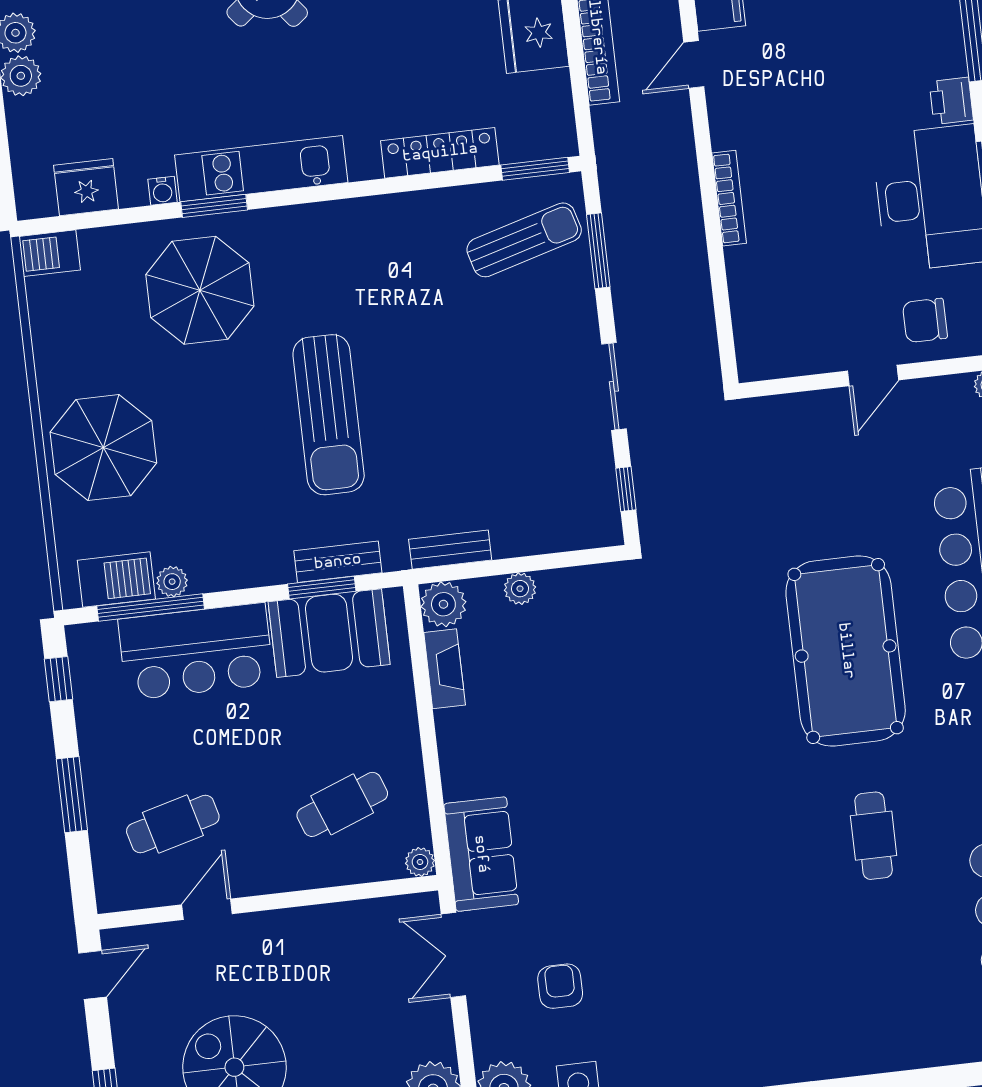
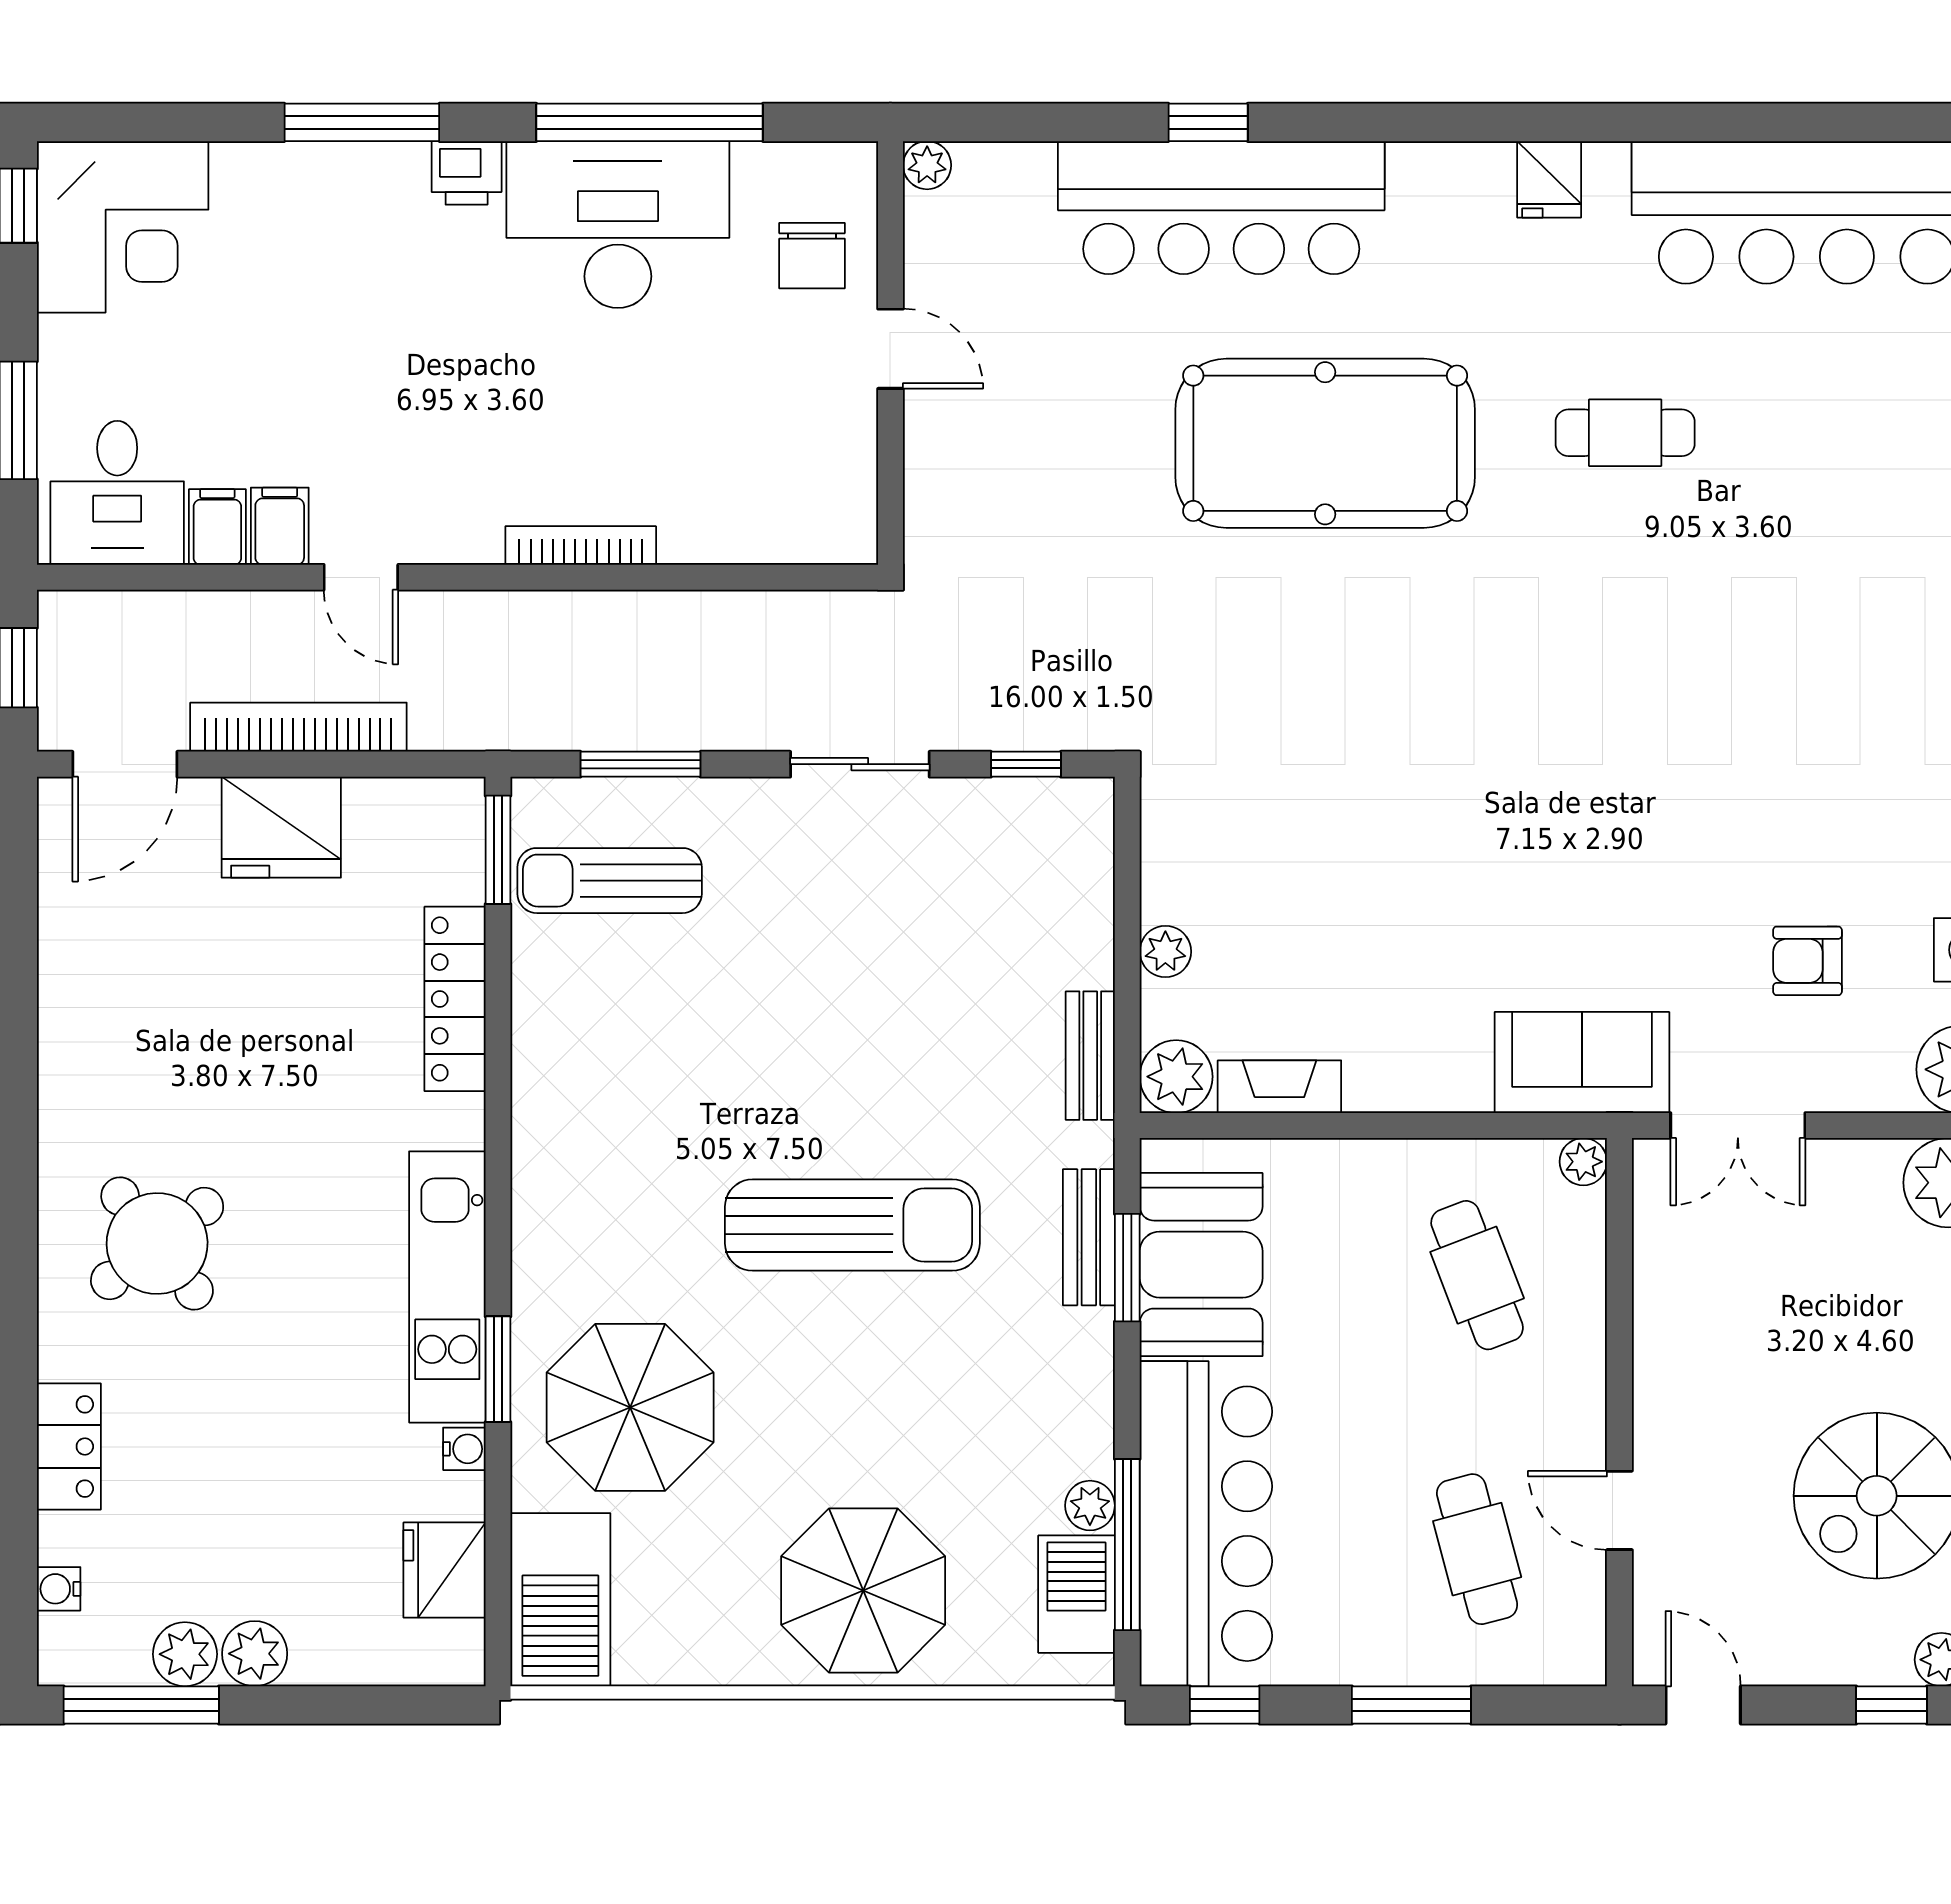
sun lounger: (524, 240) -> (610, 881), turned -74
barbecue: (50, 253) -> (560, 1600), width x1.88, depth x1.53
bar counter: (196, 651) -> (1206, 1524), width x1.36

